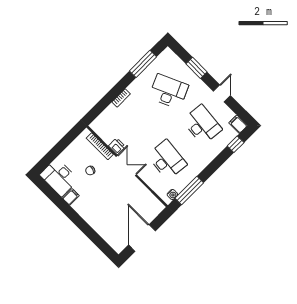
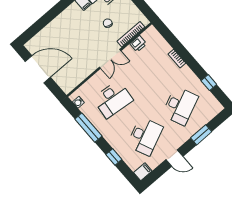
window: (143, 64) -> (209, 83), width x0.46
desk: (202, 125) -> (145, 136), turned -30
window: (236, 144) -> (114, 157), moved
printer: (117, 146) -> (138, 44), moved
window: (189, 191) -> (88, 128), moved

